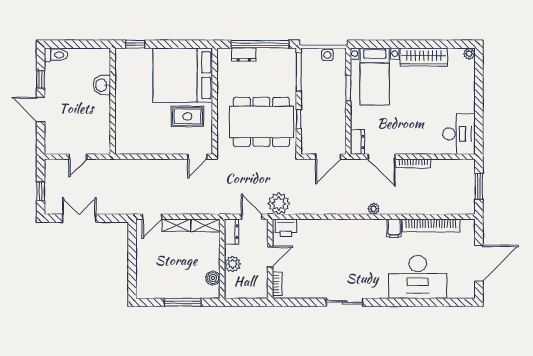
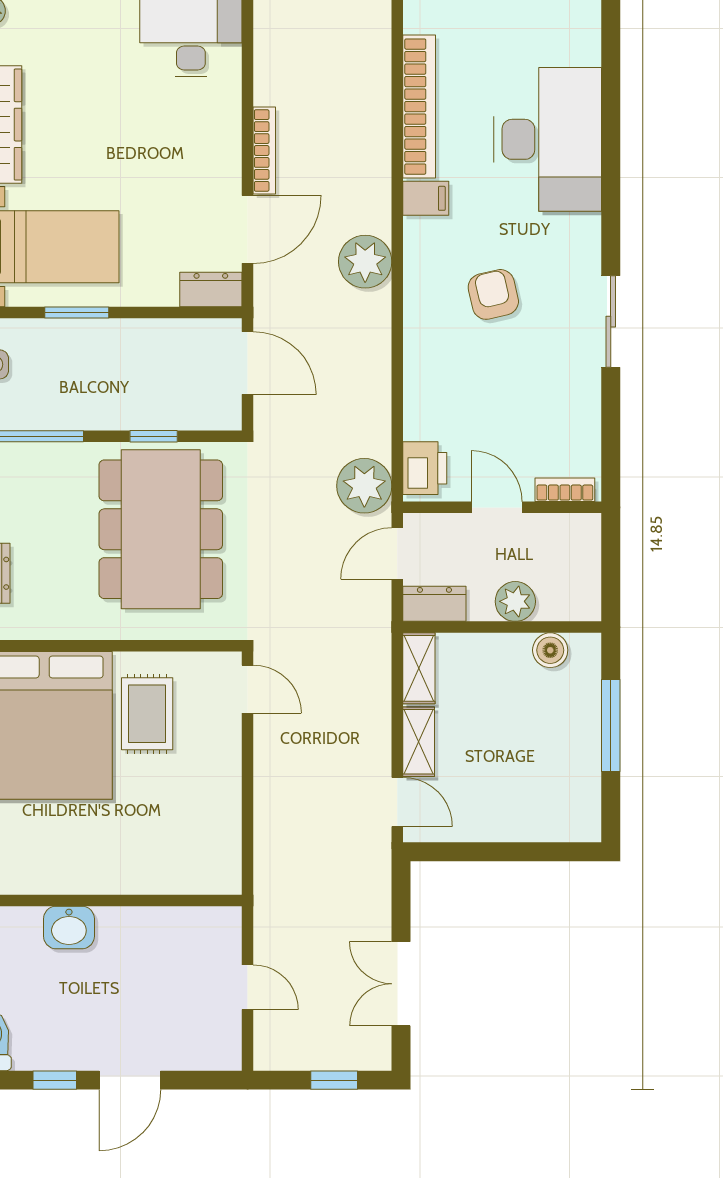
plant: (374, 209) -> (365, 262), width x1.88, depth x1.88
armchair: (356, 255) -> (493, 294), added

